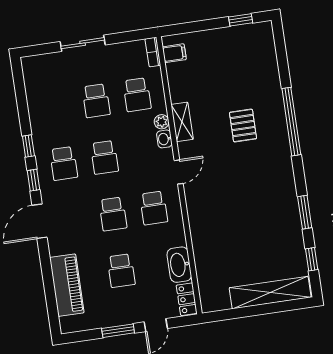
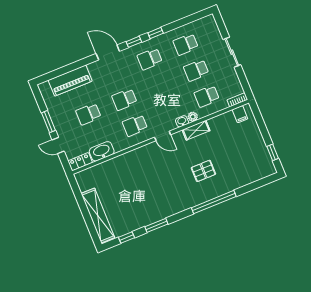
school desk: (104, 157) -> (186, 44), moved

